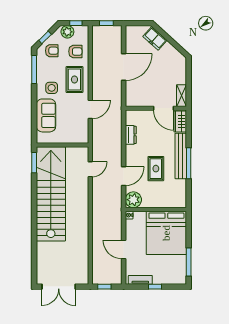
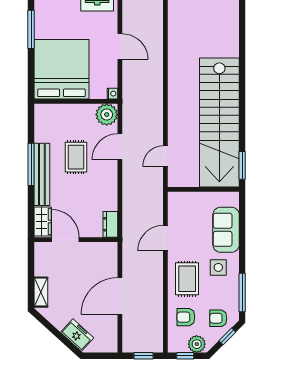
shelving: (182, 96) -> (41, 292), moved
dresser: (131, 135) -> (110, 224), moved

